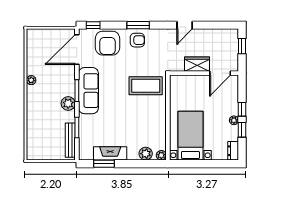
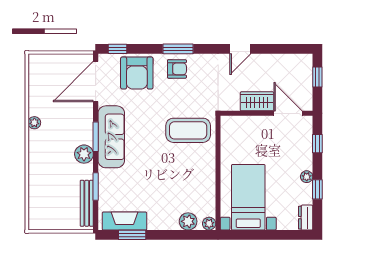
door: (220, 73) -> (288, 113), swing flipped
window: (242, 109) -> (317, 144), moved
fireplace: (110, 153) -> (124, 221), moved

